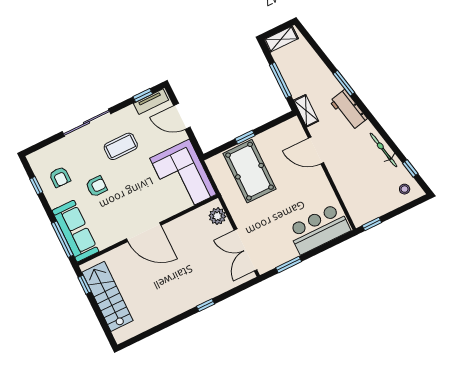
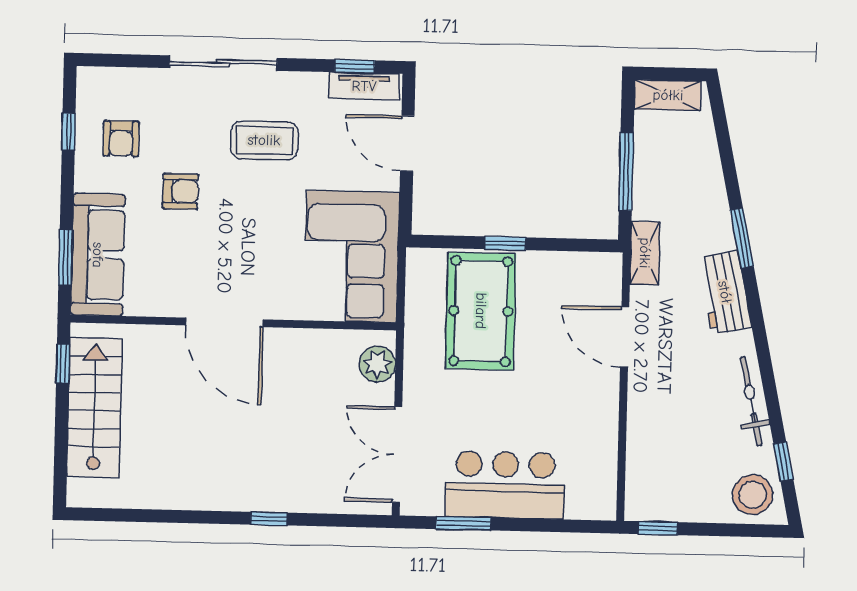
stool: (405, 189) -> (753, 495), width x1.89, depth x1.89
bar counter: (319, 229) -> (505, 485), moved
window: (62, 239) -> (66, 257), width x0.69

